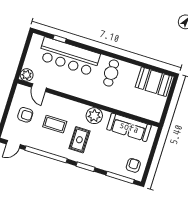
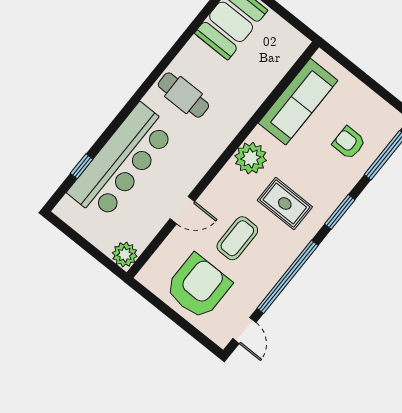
door: (39, 88) -> (182, 210), moved
armchair: (25, 115) -> (198, 287), width x1.88, depth x1.88
armchair: (133, 165) -> (349, 143), moved

